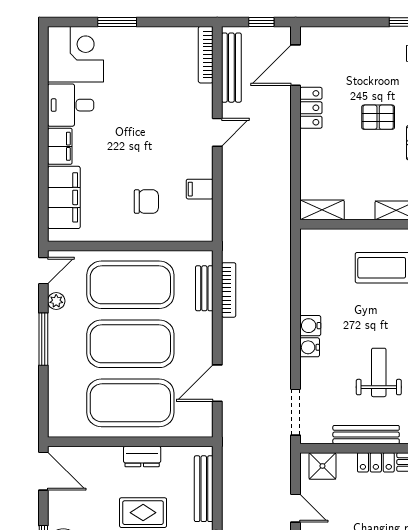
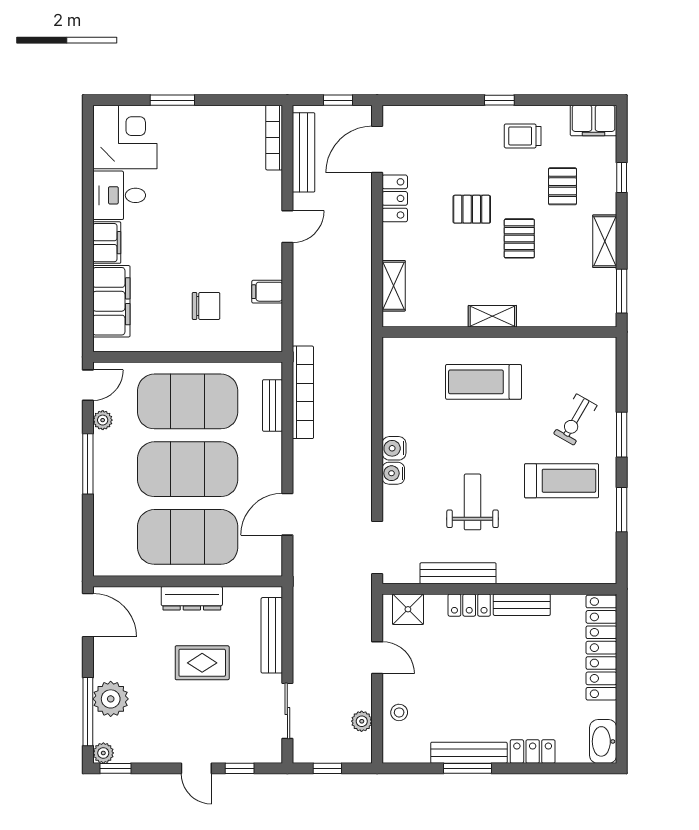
shelving: (322, 210) -> (394, 286), moved, turned 90
bookcase: (229, 290) -> (303, 392), width x1.48, depth x1.31
dresser: (142, 456) -> (192, 598), width x1.44

